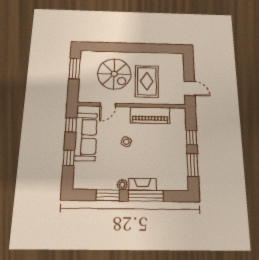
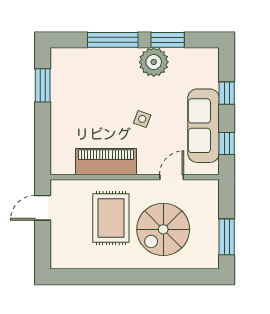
spiral stairs: (114, 74) -> (163, 229), turned -90
door: (190, 88) -> (43, 208), hinge flipped
window: (192, 138) -> (43, 127), removed
fireplace: (143, 184) -> (117, 56), removed
plant: (122, 185) -> (154, 62), width x1.87, depth x1.87

